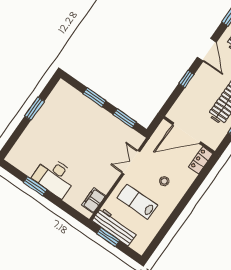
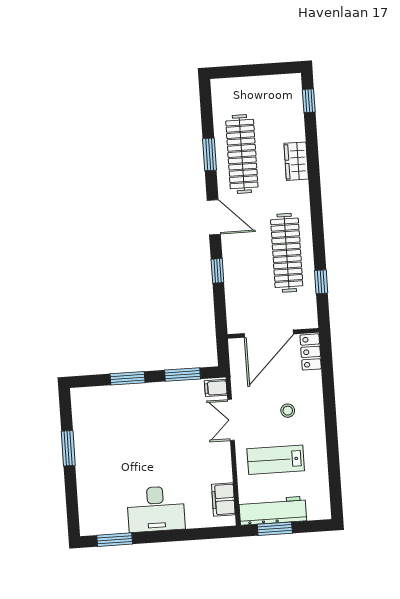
filing cabinet: (136, 139) -> (216, 388), added
window: (35, 186) -> (115, 540), moved

